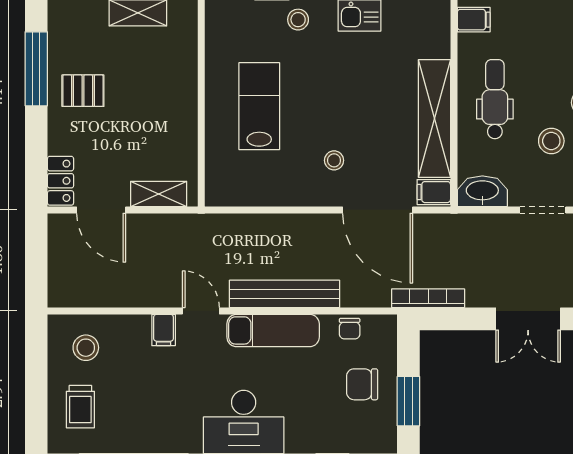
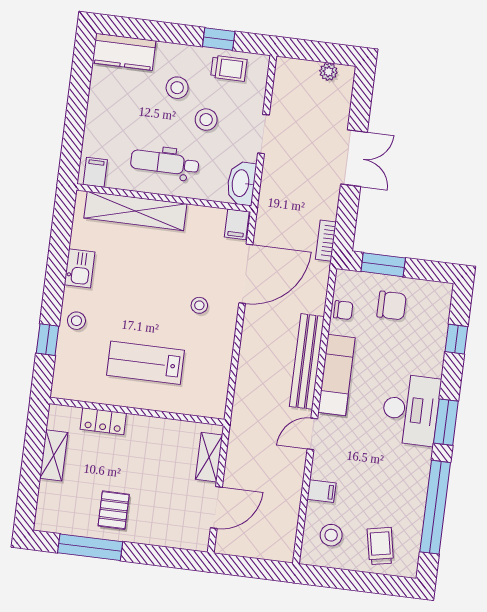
shelving: (434, 118) -> (135, 211), moved
locker: (60, 181) -> (103, 421), moved, turned 180
bookcase: (428, 298) -> (326, 241), width x0.64
filing cabinet: (164, 330) -> (322, 491), moved
chair: (362, 384) -> (392, 305), turned -90
window: (408, 401) -> (383, 265), moved
trolley: (80, 407) -> (380, 546), turned -101

